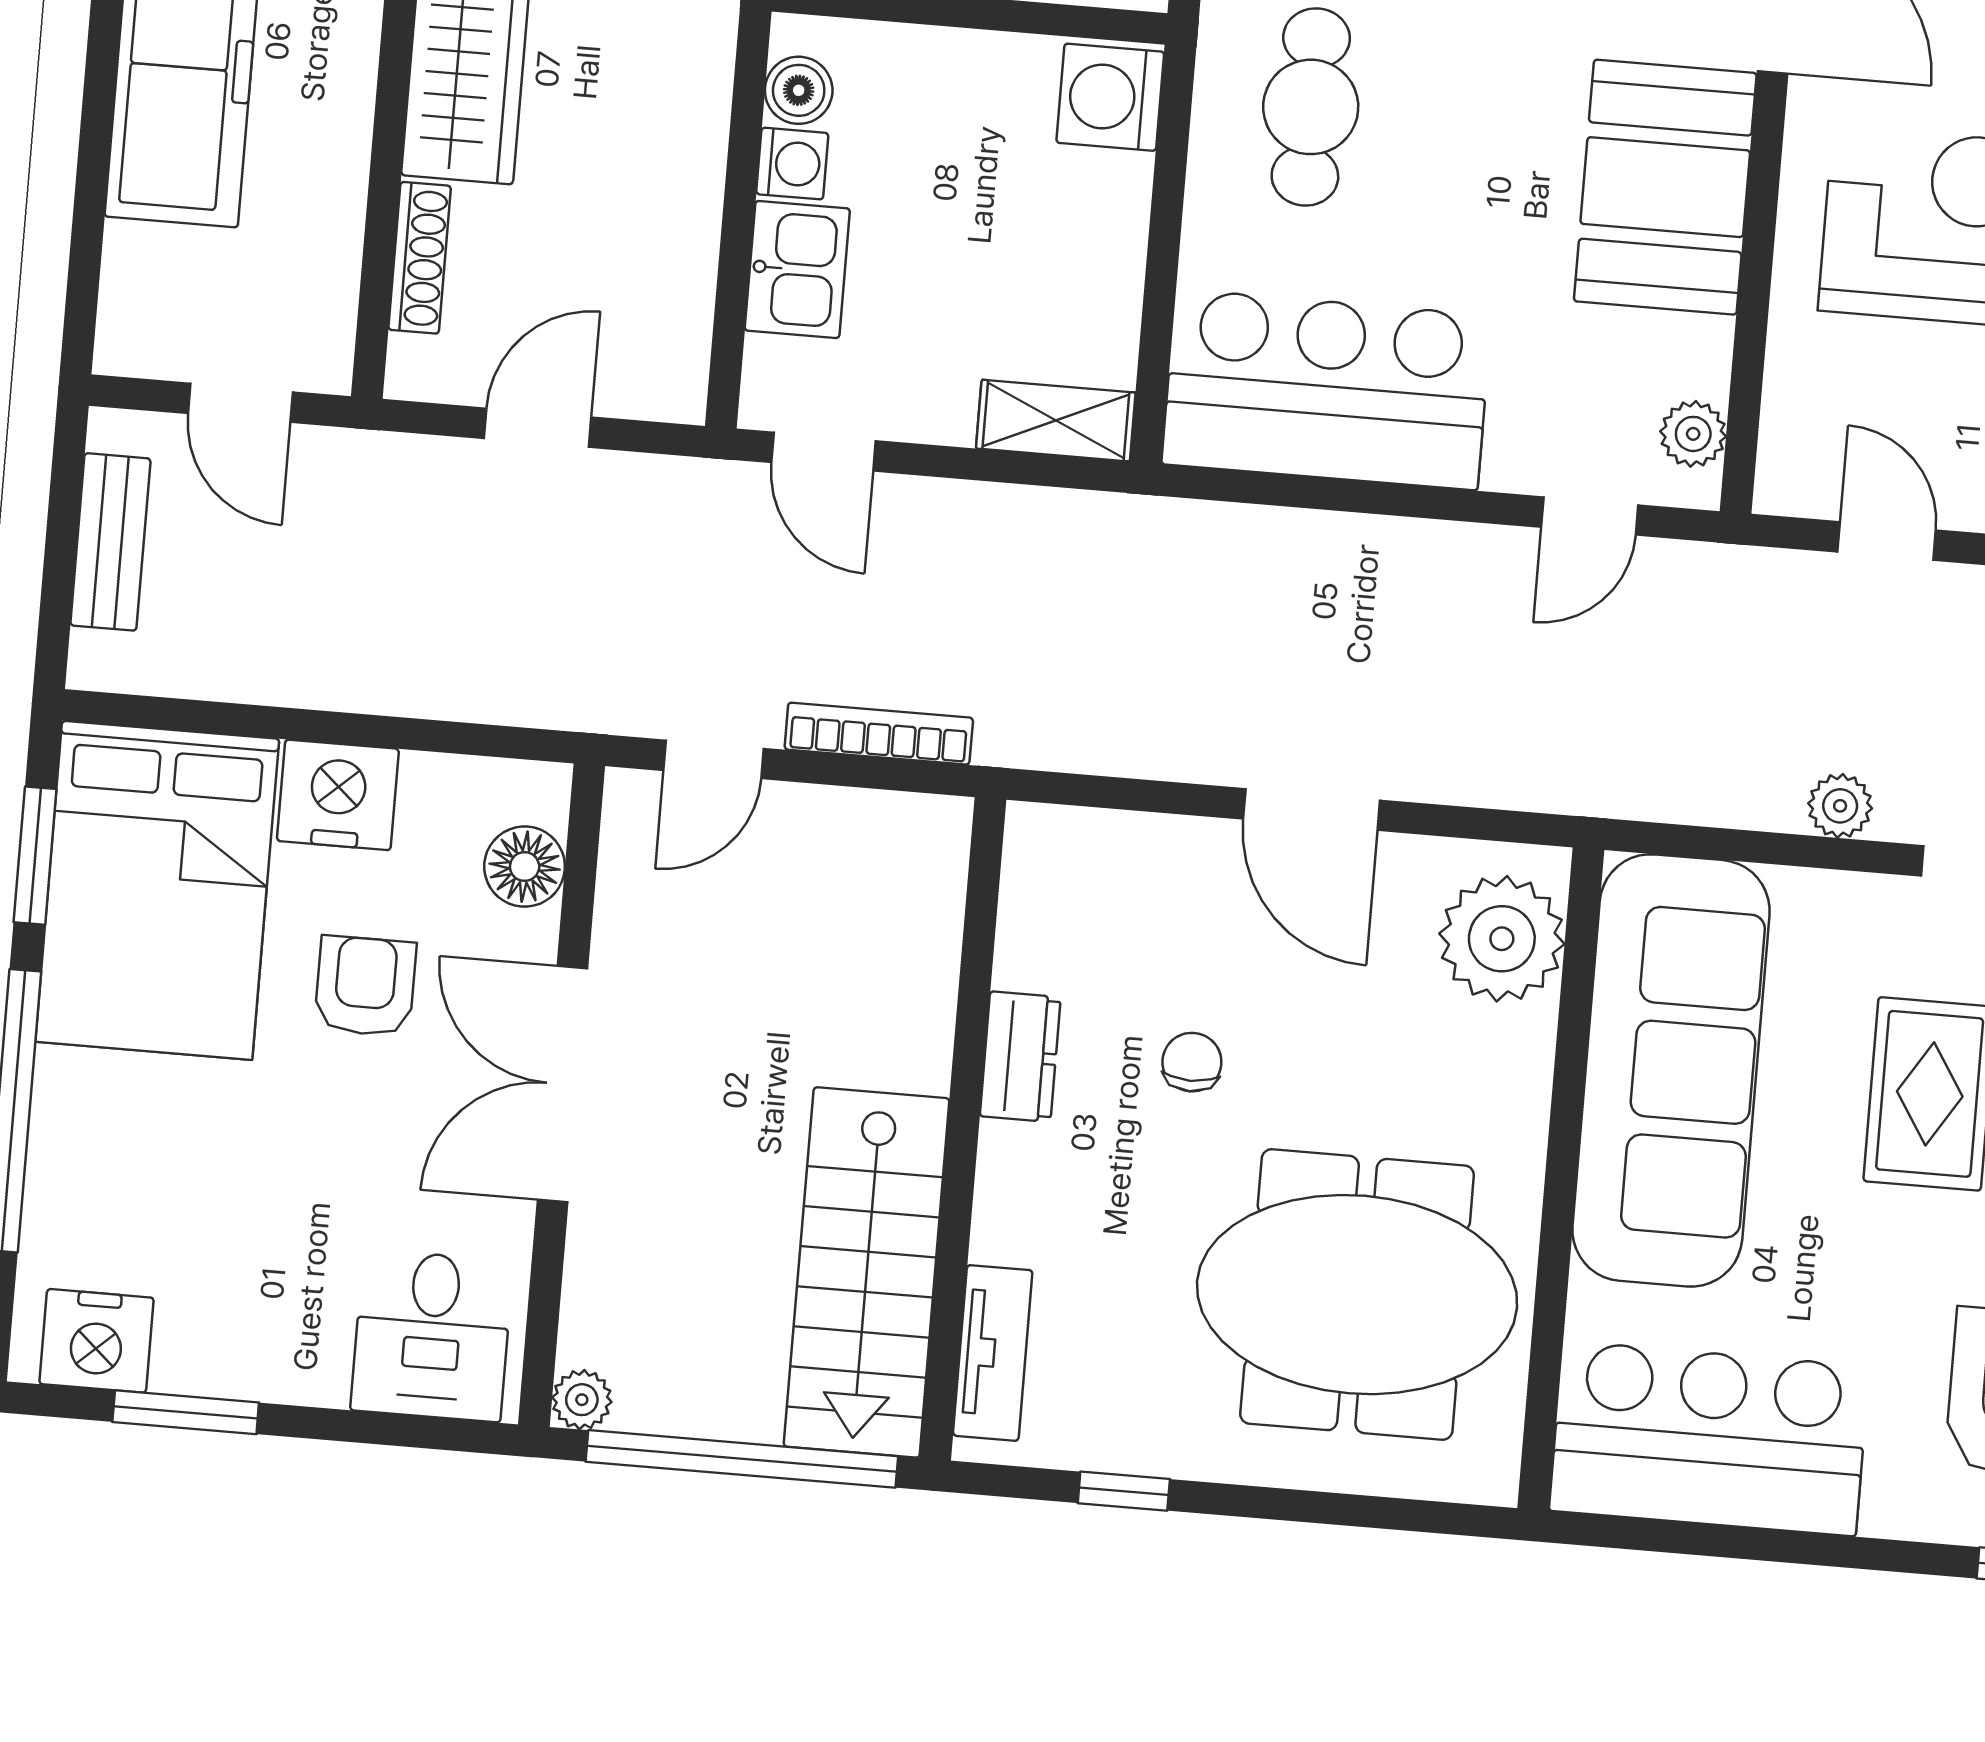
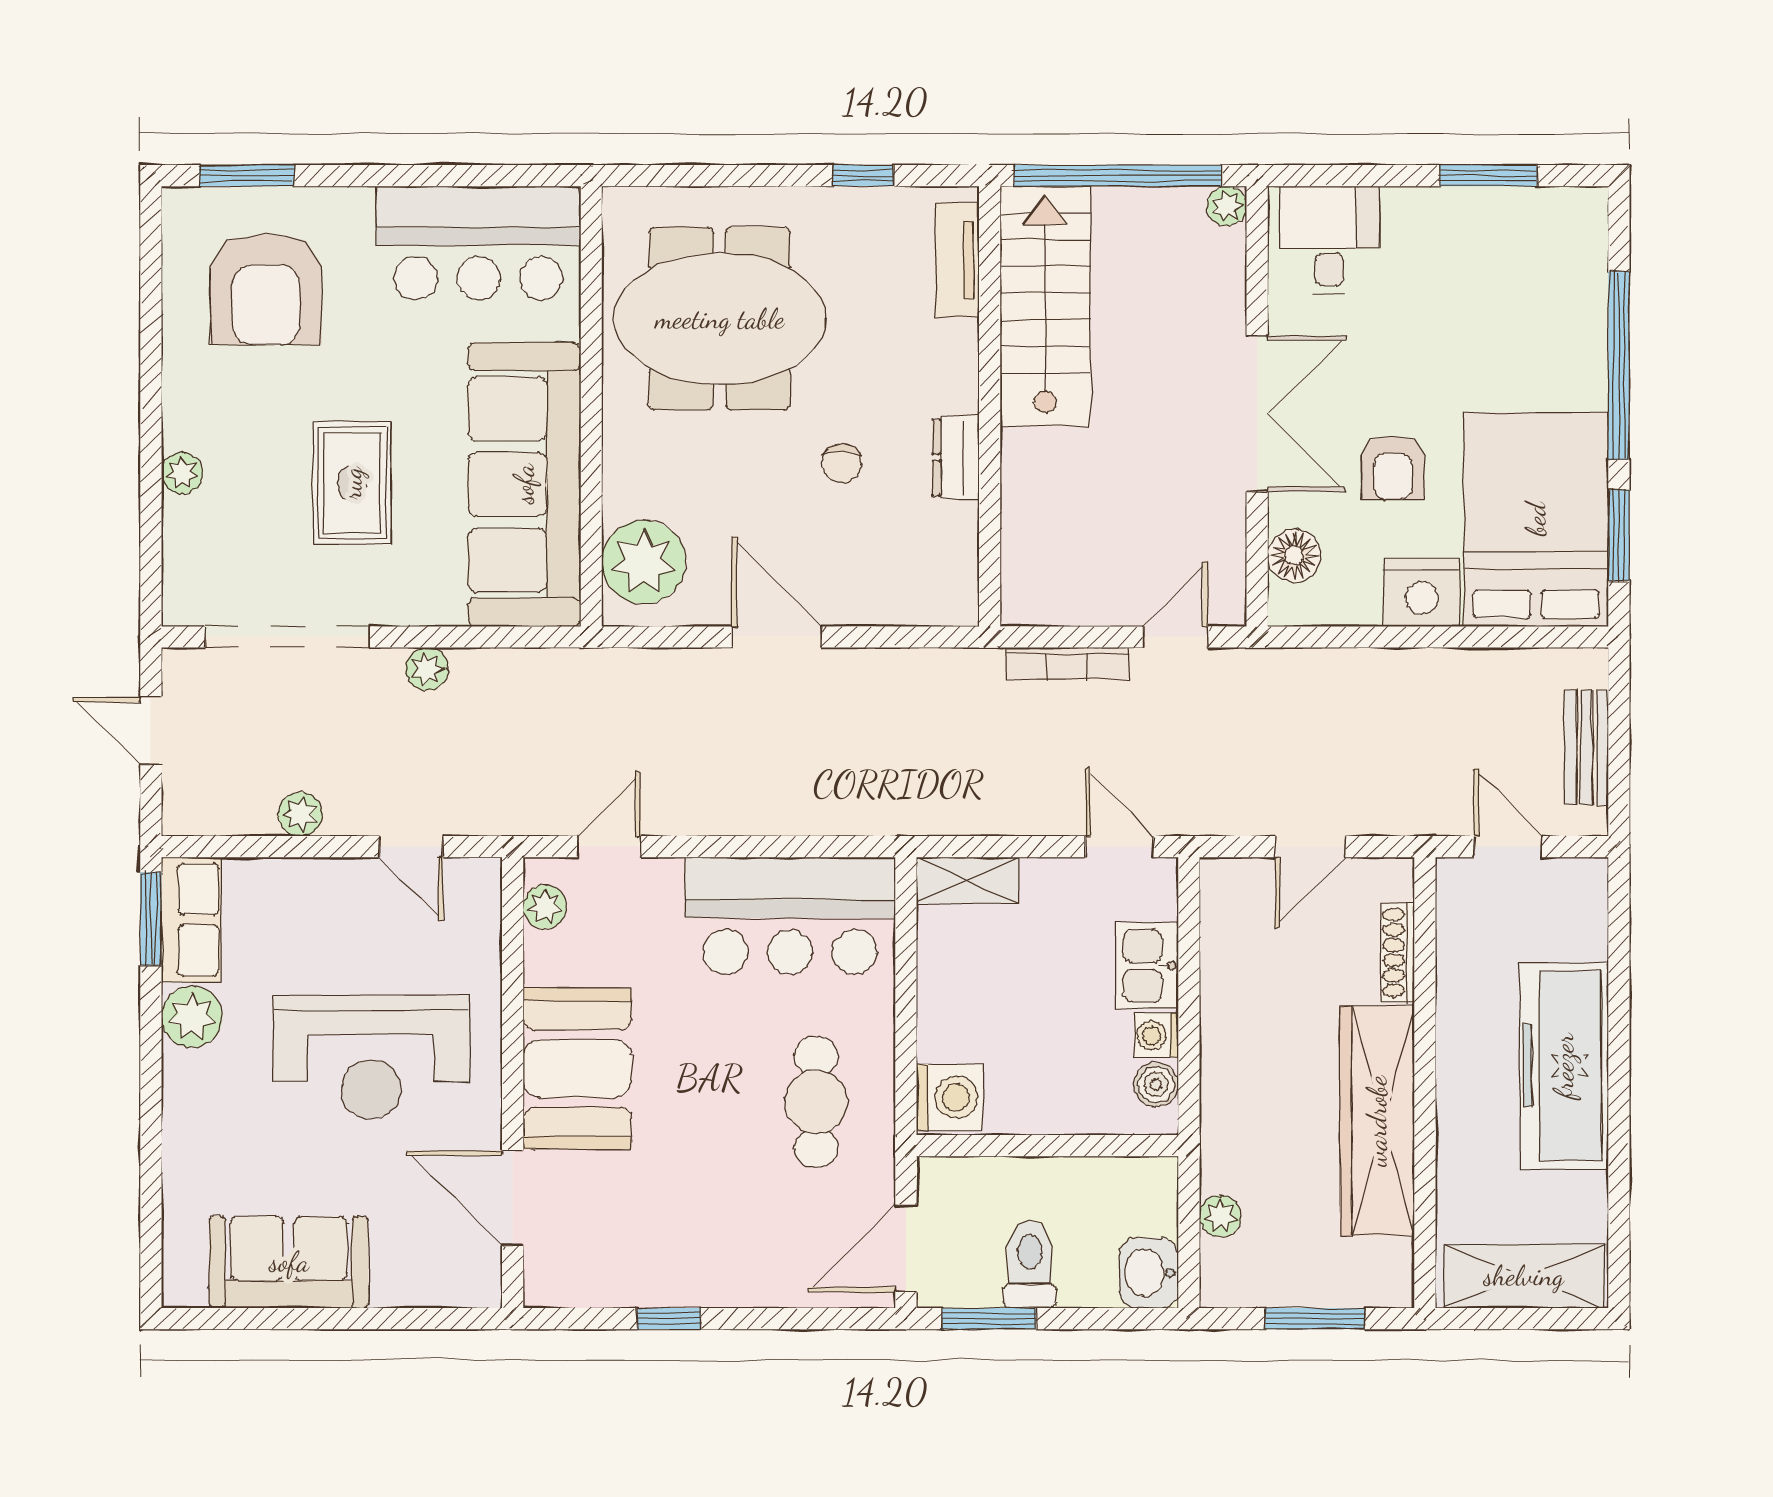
nightstand: (97, 1341) -> (1551, 218), removed

